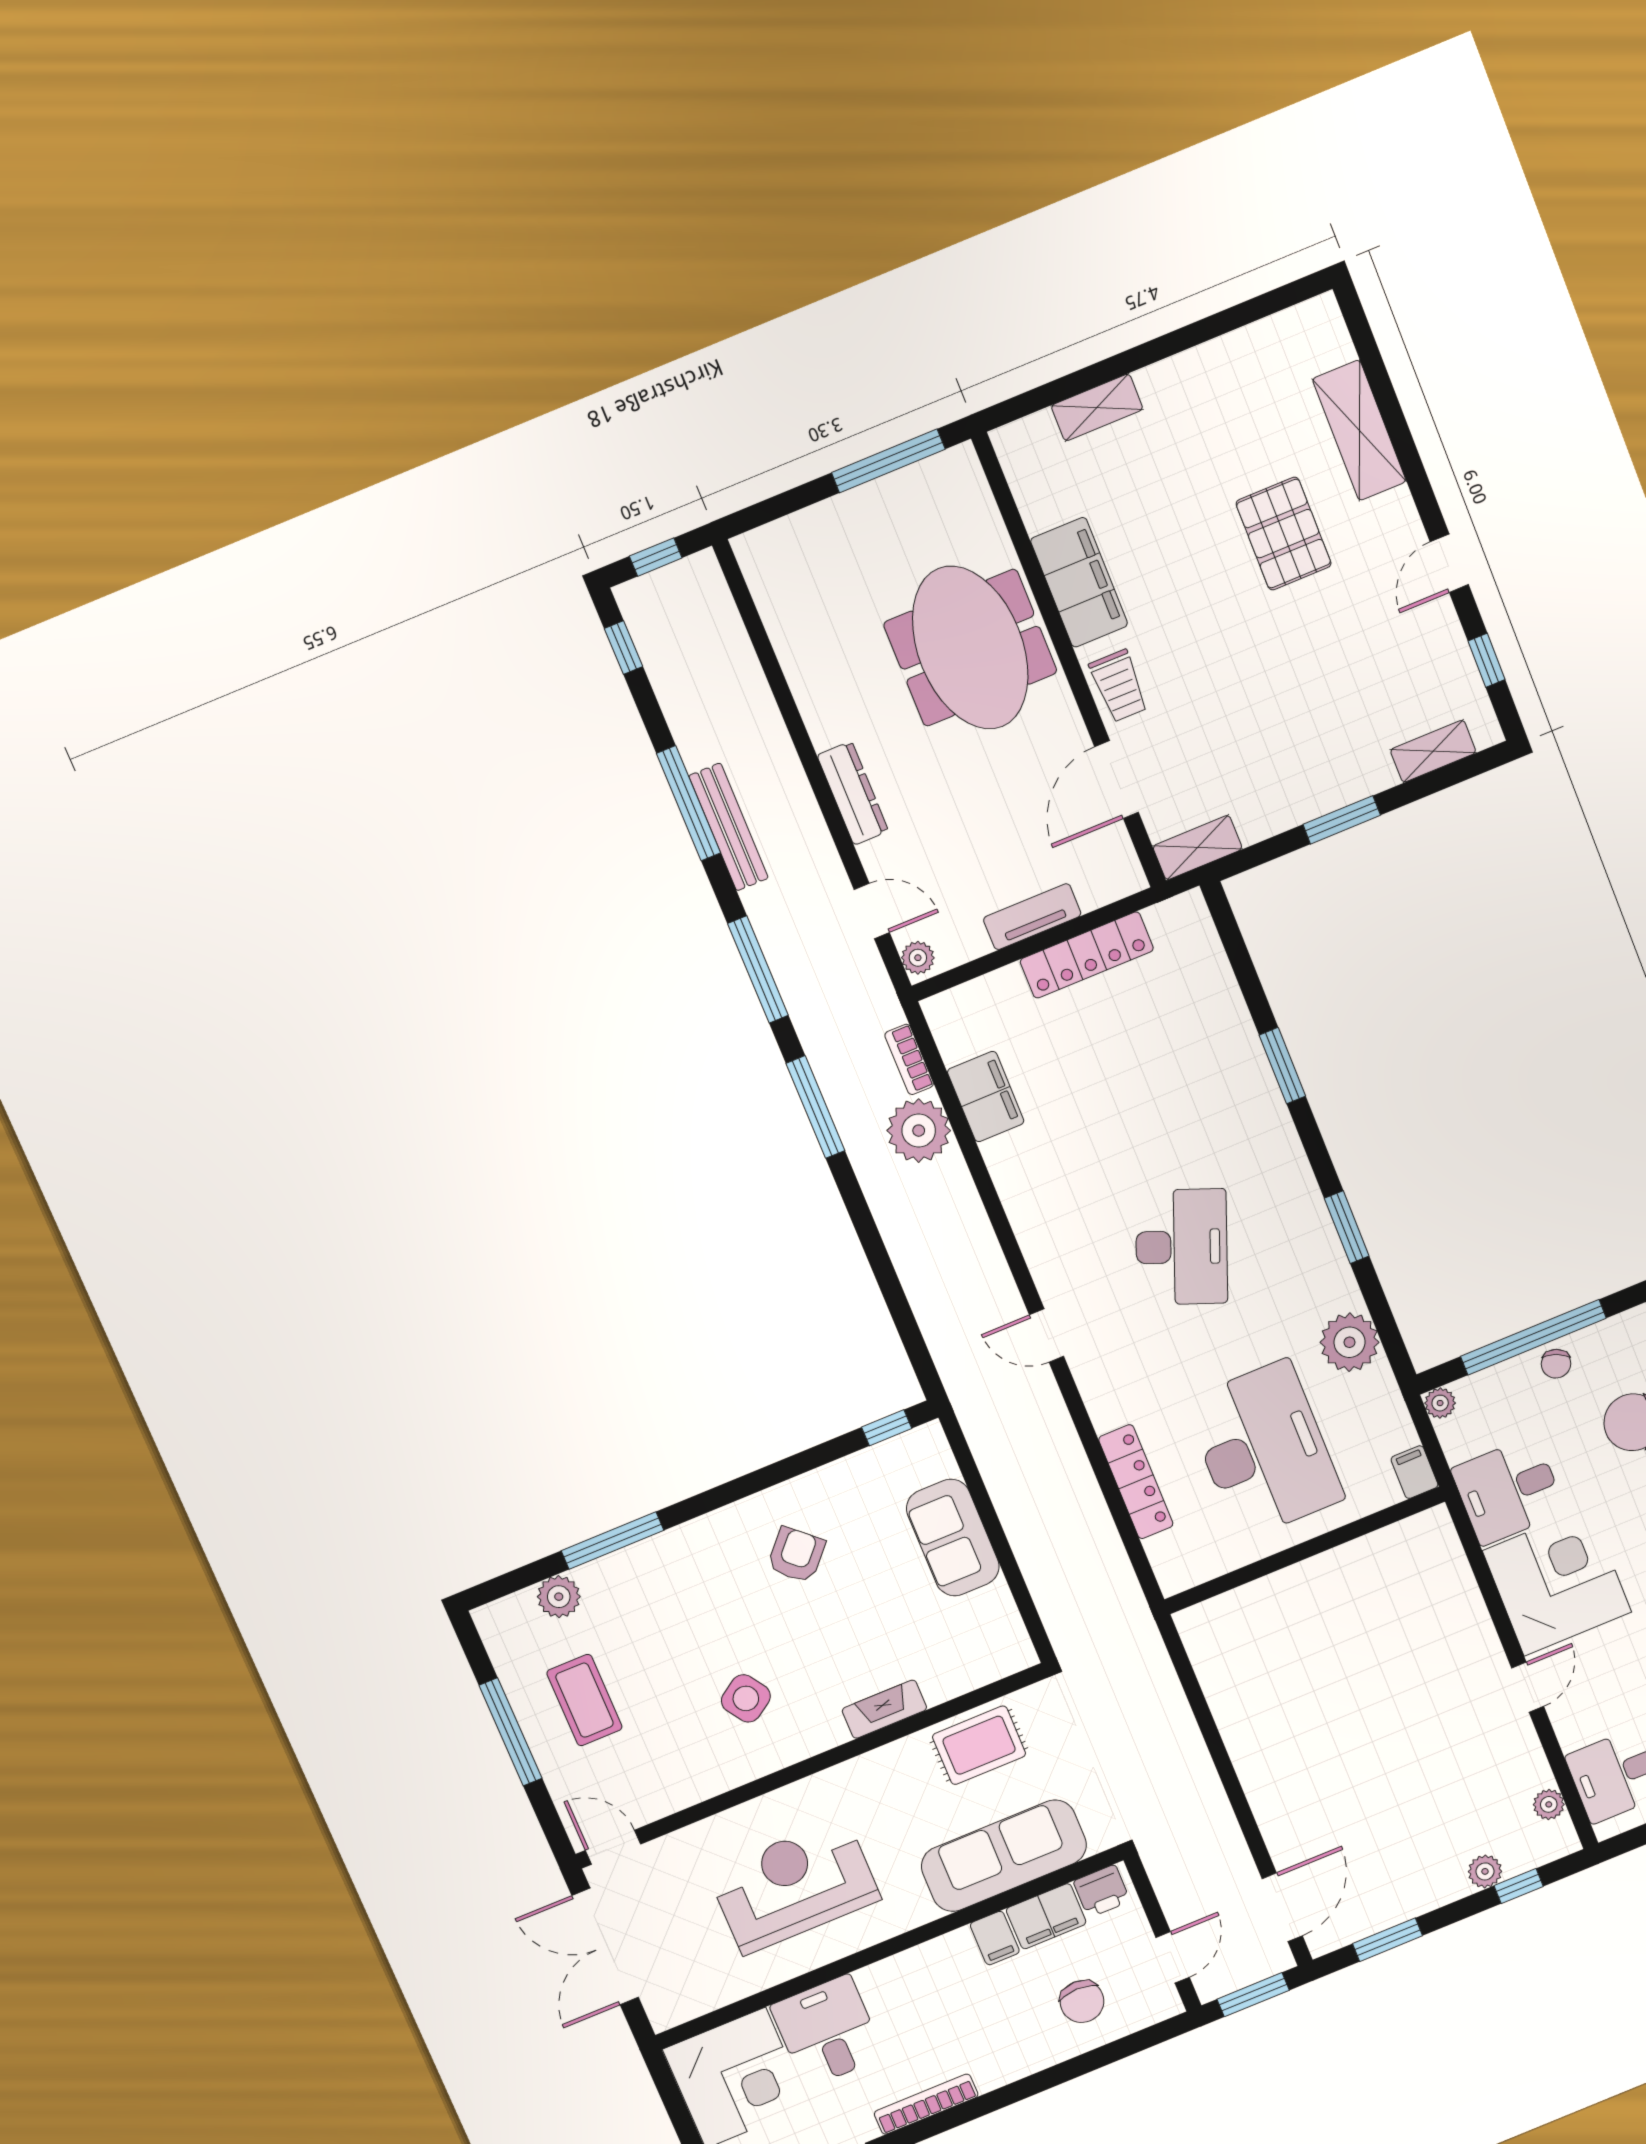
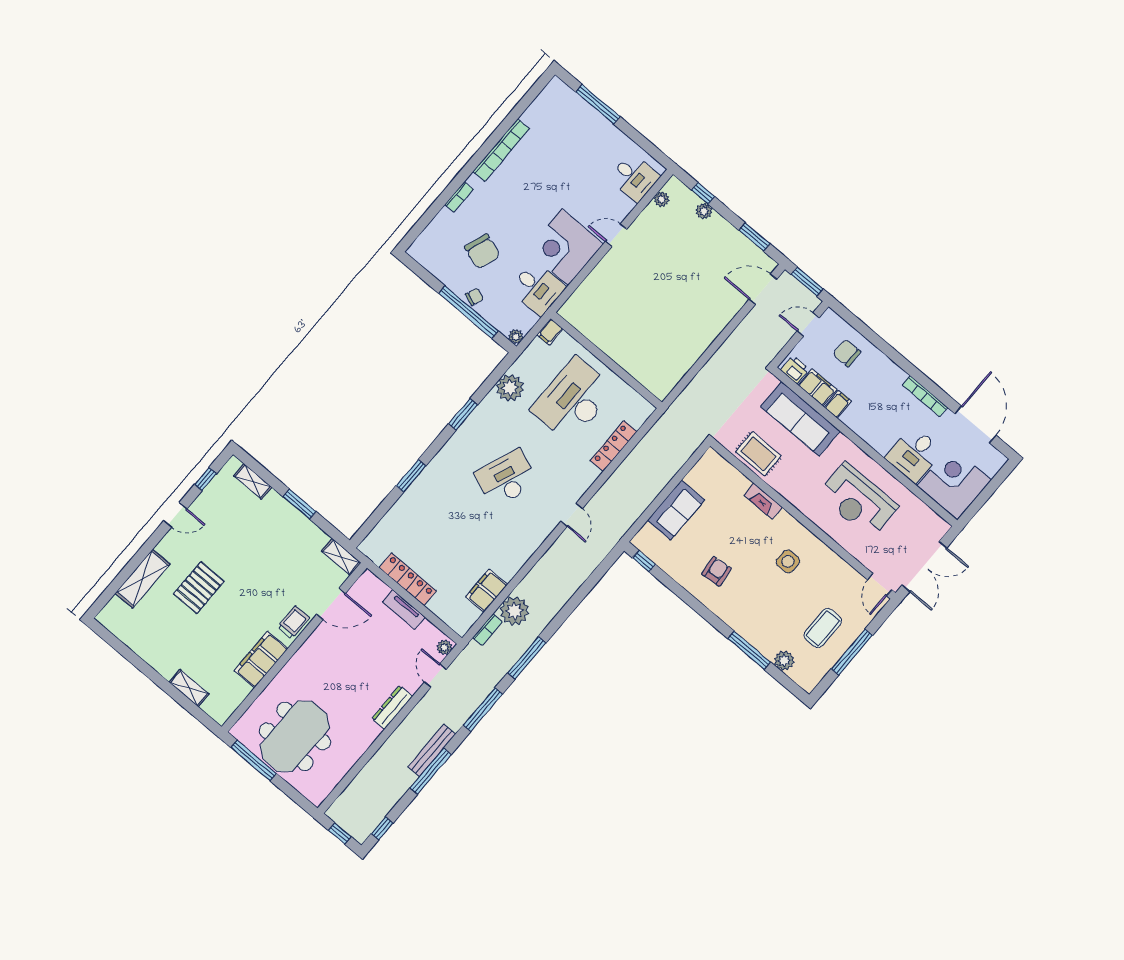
meeting table: (970, 648) -> (295, 736), moved
armchair: (796, 1555) -> (716, 571), turned 132
side table: (746, 1698) -> (788, 561), turned 34
chair: (1082, 2002) -> (847, 353), turned -90

